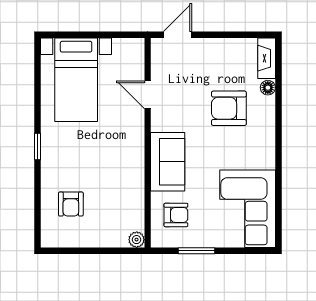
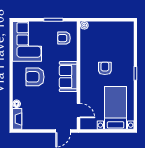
door: (148, 95) -> (79, 111), moved
armchair: (229, 108) -> (35, 77), moved, turned 180
sofa: (168, 162) -> (68, 77), moved
armchair: (71, 204) -> (105, 68), moved

